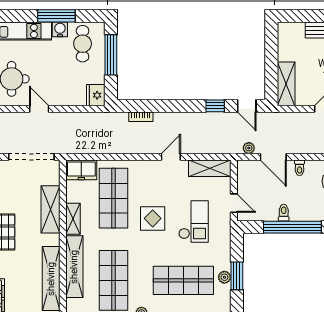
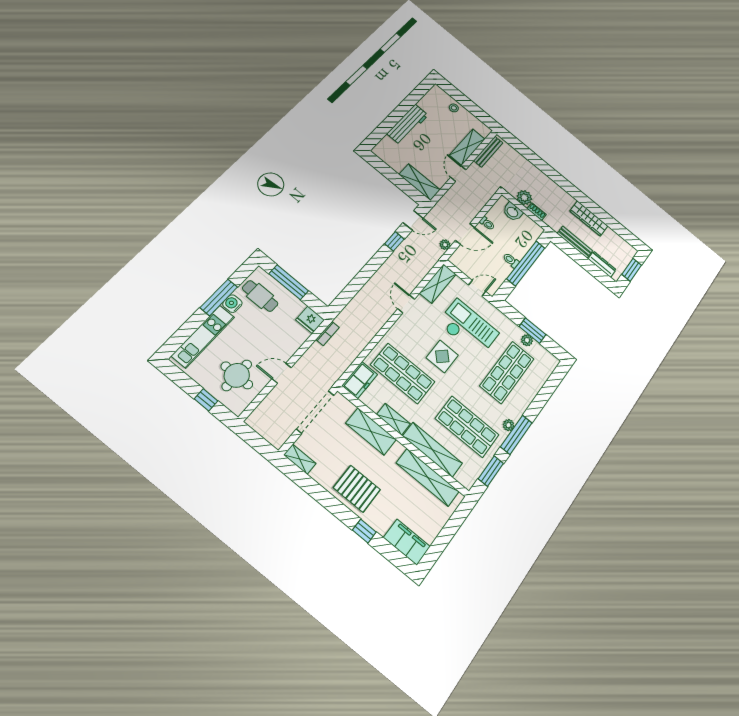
bookcase: (141, 117) -> (328, 333), moved
checkout: (194, 221) -> (468, 328), width x1.36, depth x1.21

